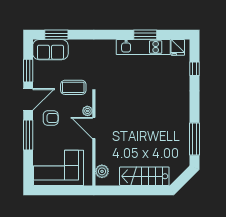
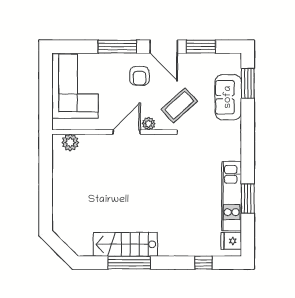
sofa: (50, 50) -> (228, 97), moved
coffee table: (73, 87) -> (179, 105), turned 48
window: (195, 139) -> (129, 263), moved
stairs: (144, 176) -> (125, 244), moved, turned -90

